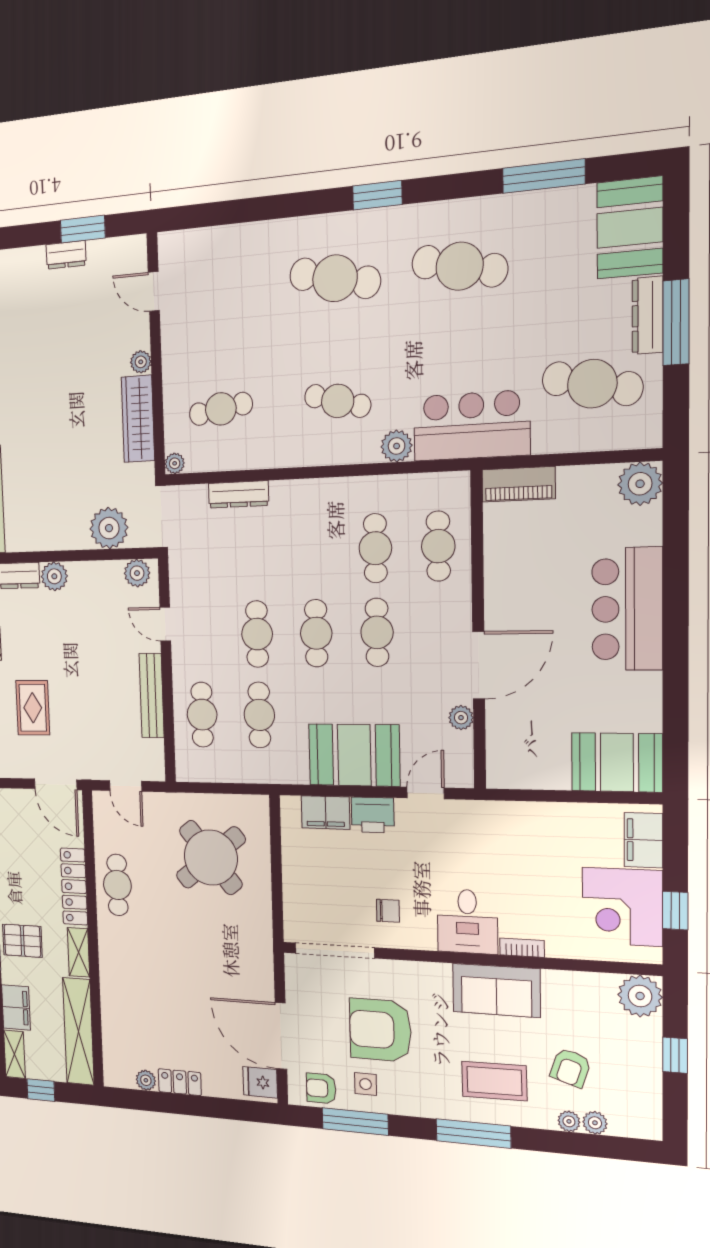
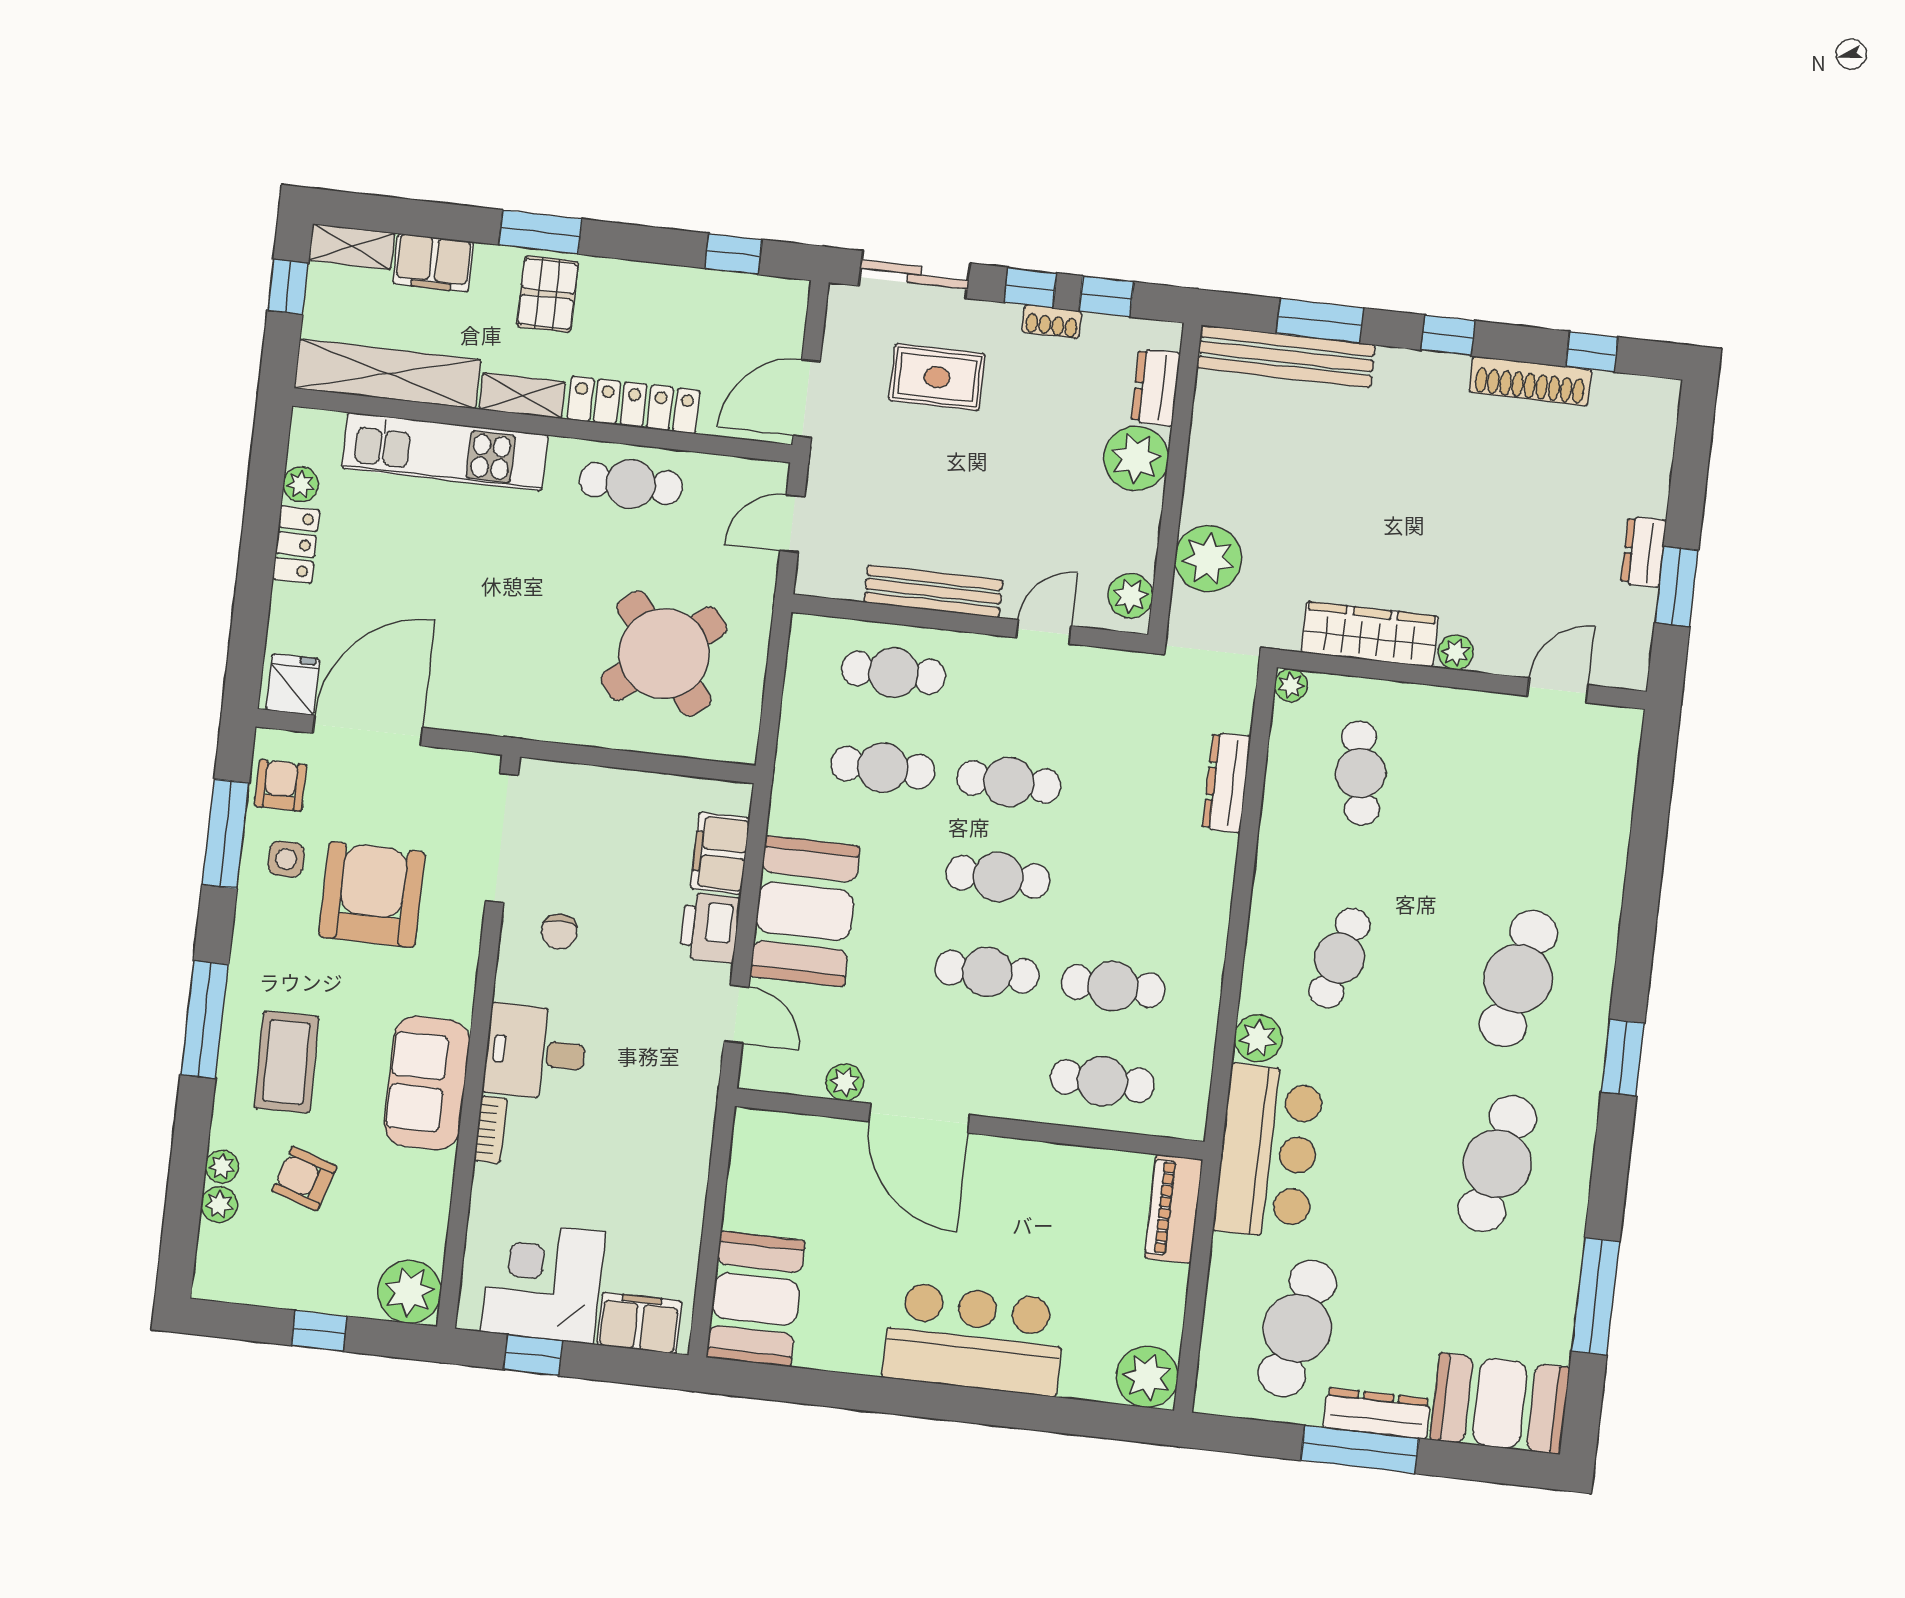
plant: (54, 576) -> (1136, 458), width x1.36, depth x1.36
kitchen unit: (116, 996) -> (445, 452), added

